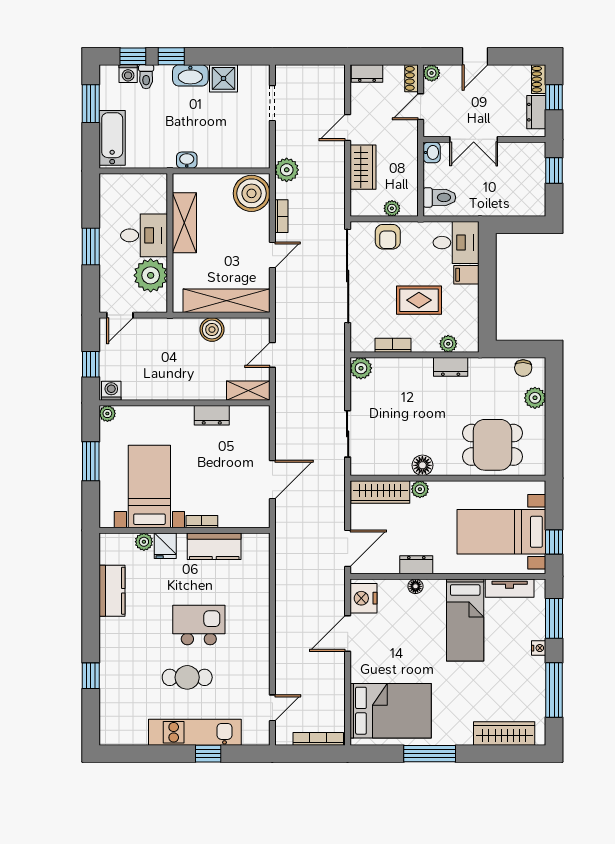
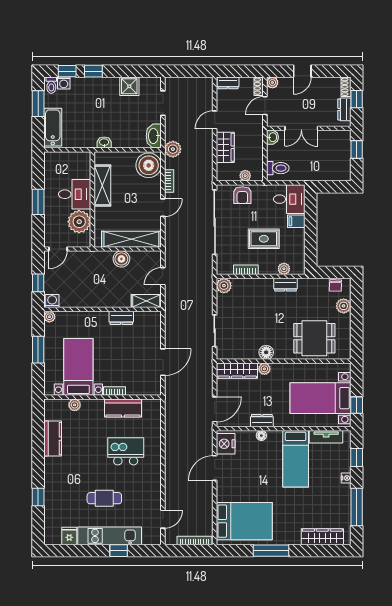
washbasin: (190, 75) -> (154, 136), moved, turned 90
toilet: (146, 77) -> (51, 85), moved
fridge: (165, 546) -> (69, 536), moved, turned 180
window: (554, 618) -> (357, 458), width x0.67
kitchen island: (199, 625) -> (126, 451), moved

